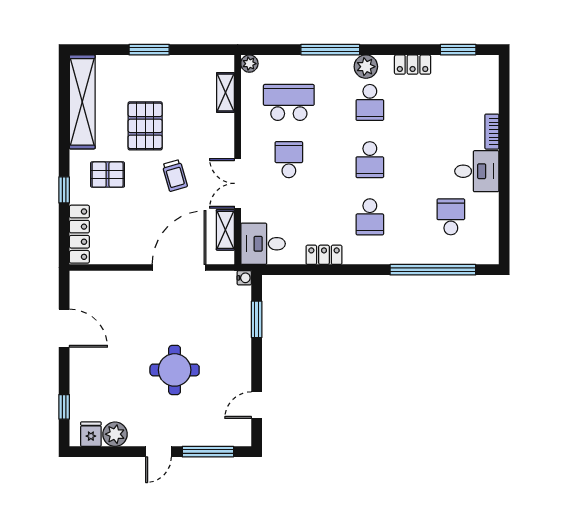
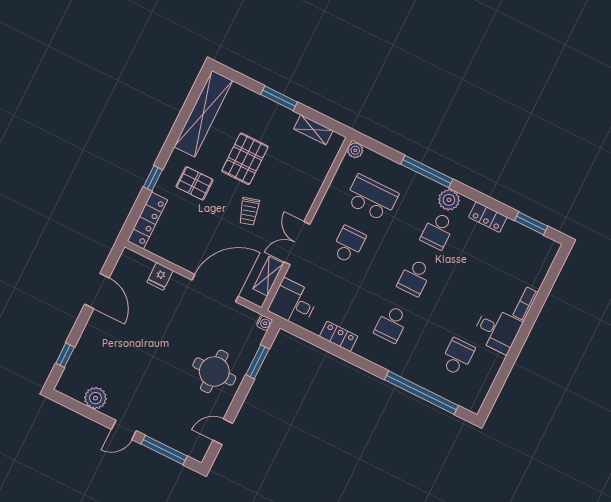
shelving: (225, 93) -> (313, 130), moved, turned 90
round table: (175, 370) -> (214, 371), moved
fridge: (91, 434) -> (160, 276), moved, turned 180

